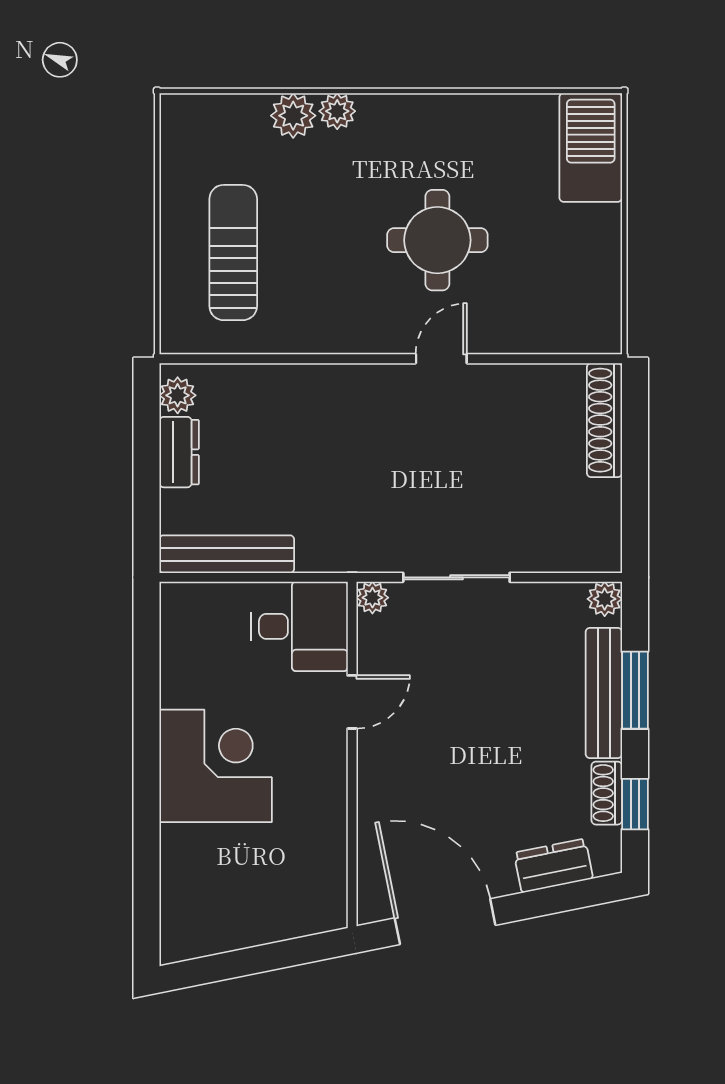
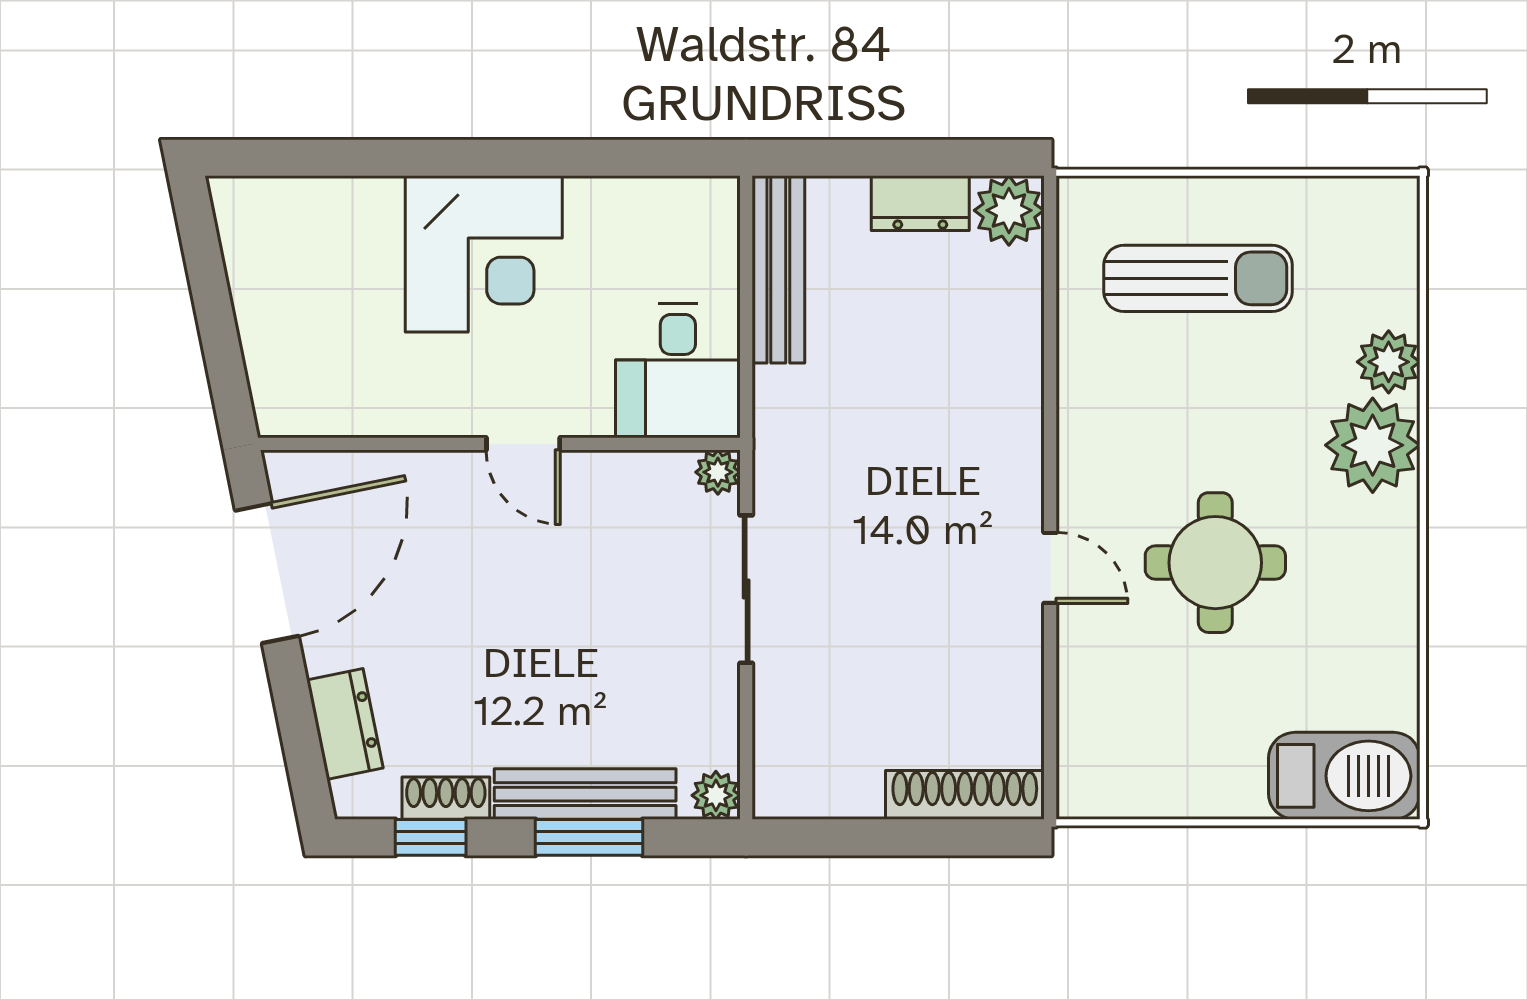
plant: (337, 111) -> (1373, 445), width x1.88, depth x1.88
plant: (178, 395) -> (1009, 210), width x1.38, depth x1.38
door: (352, 702) -> (523, 444), moved

